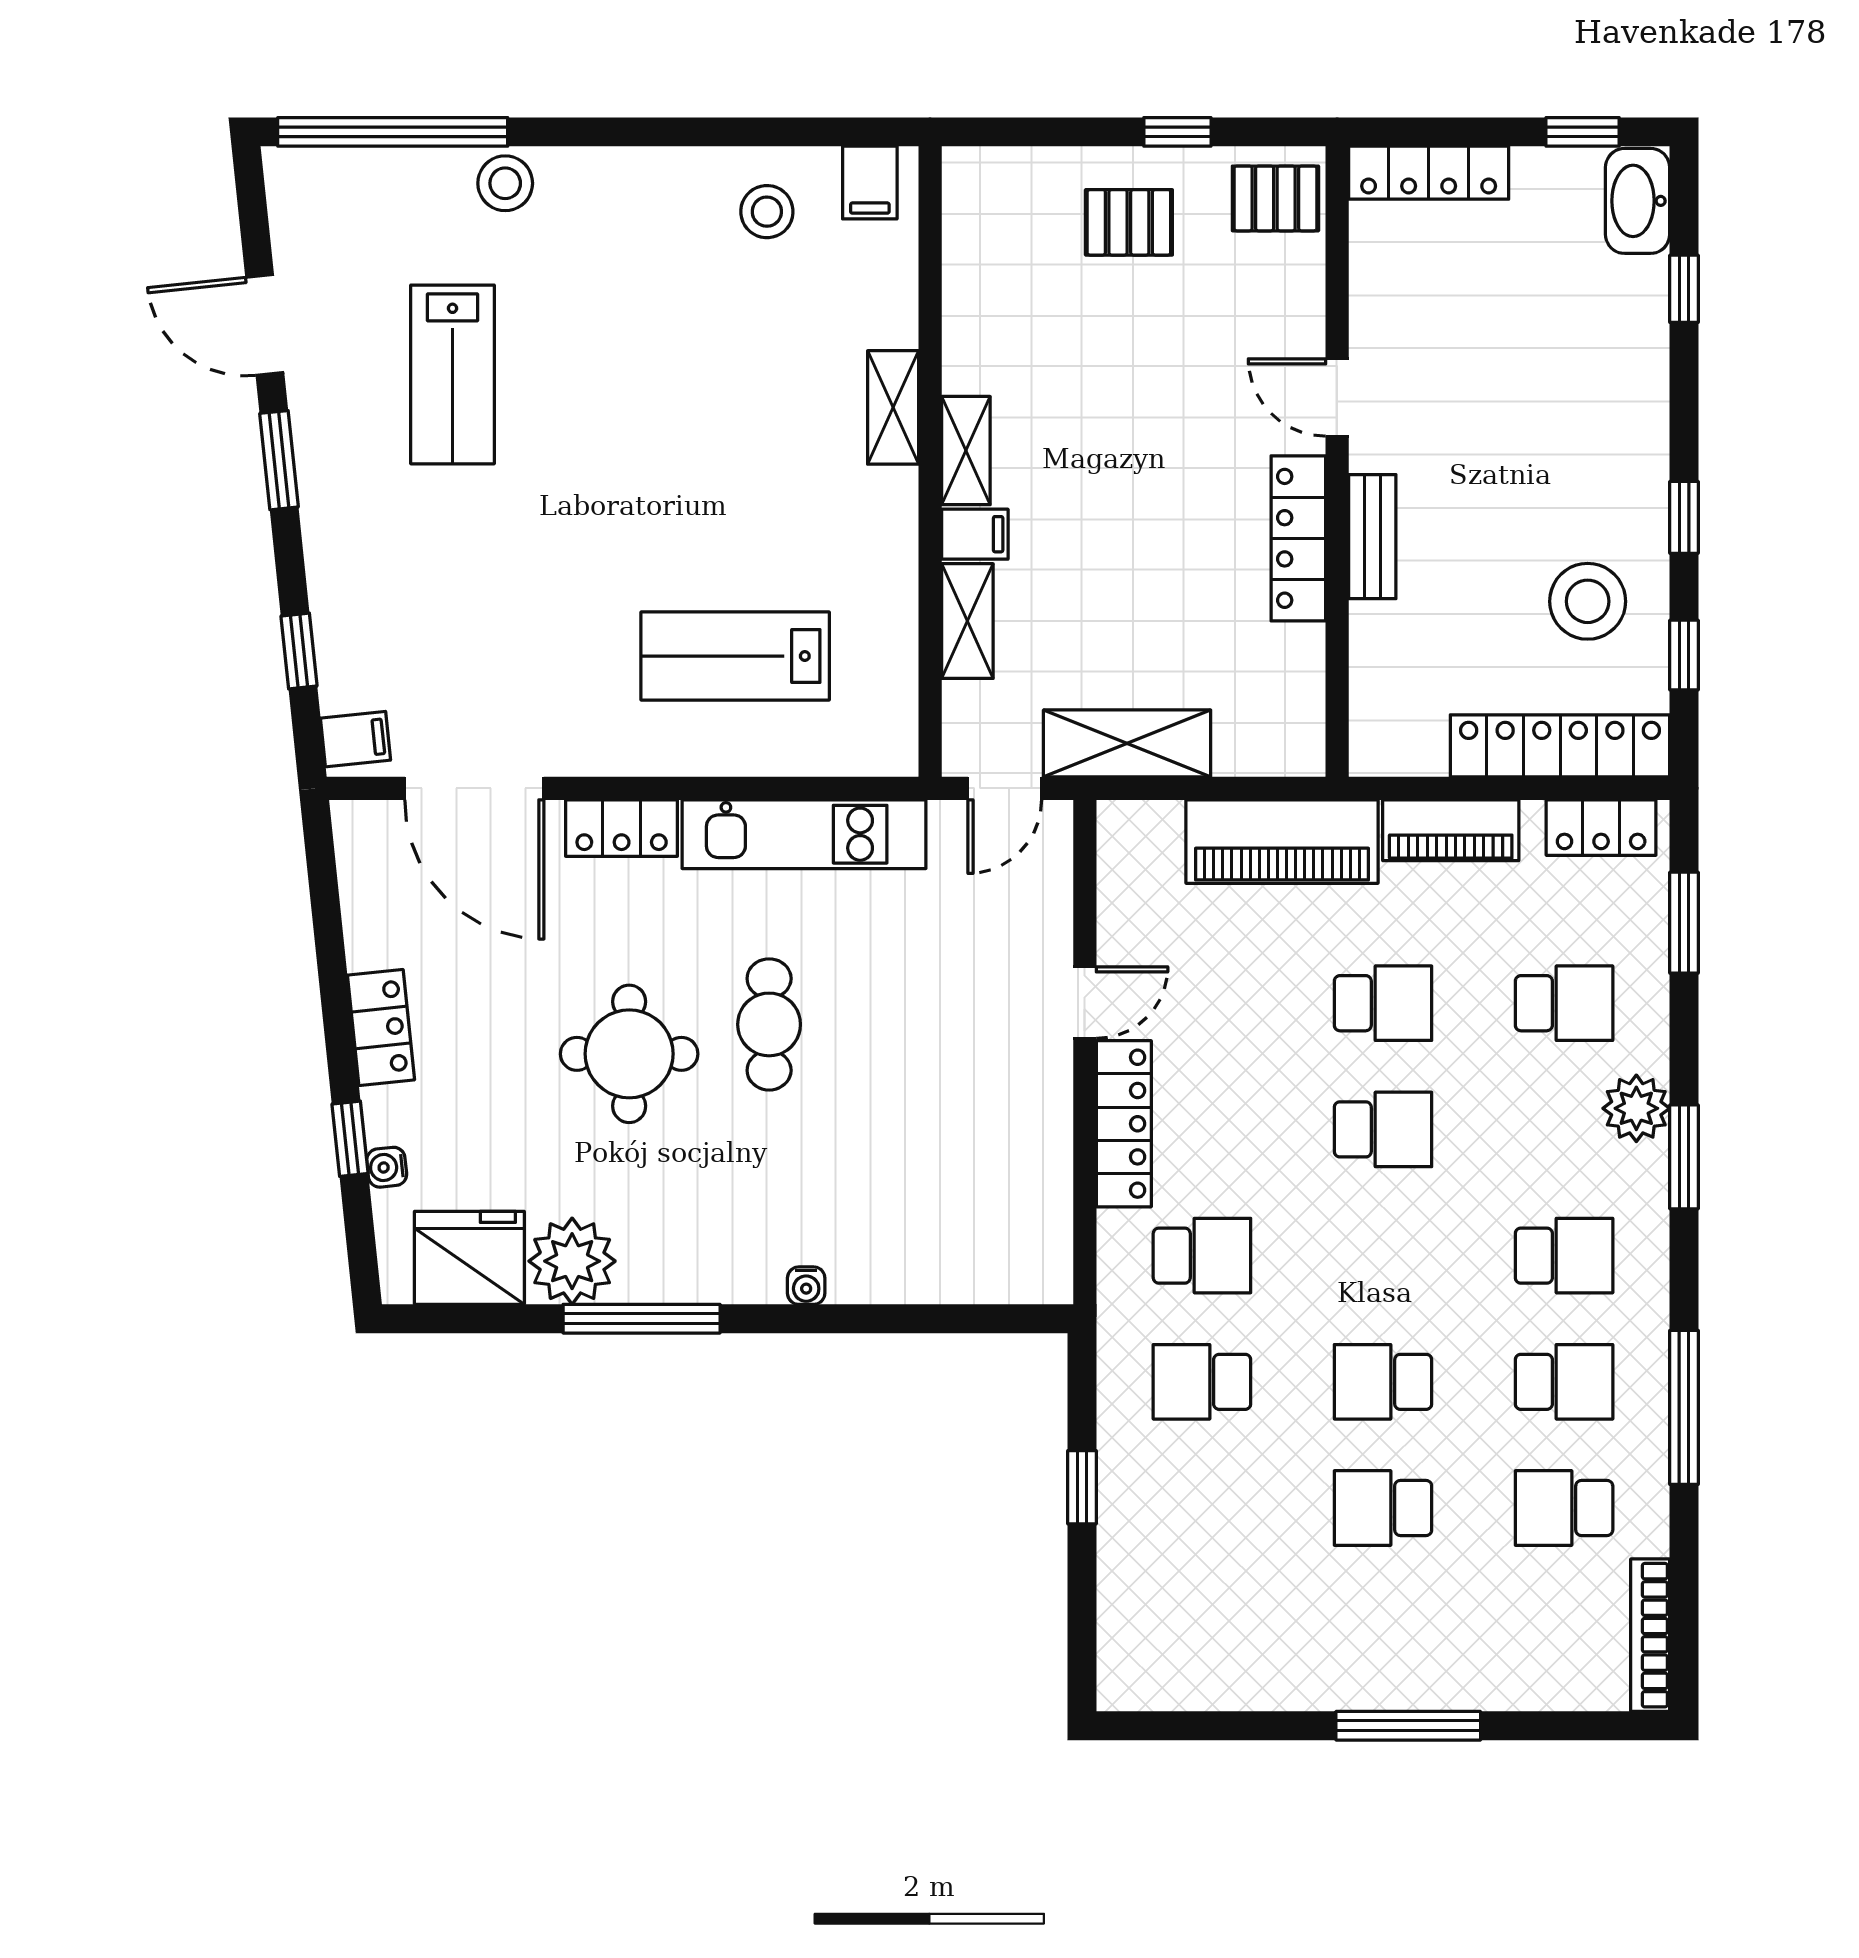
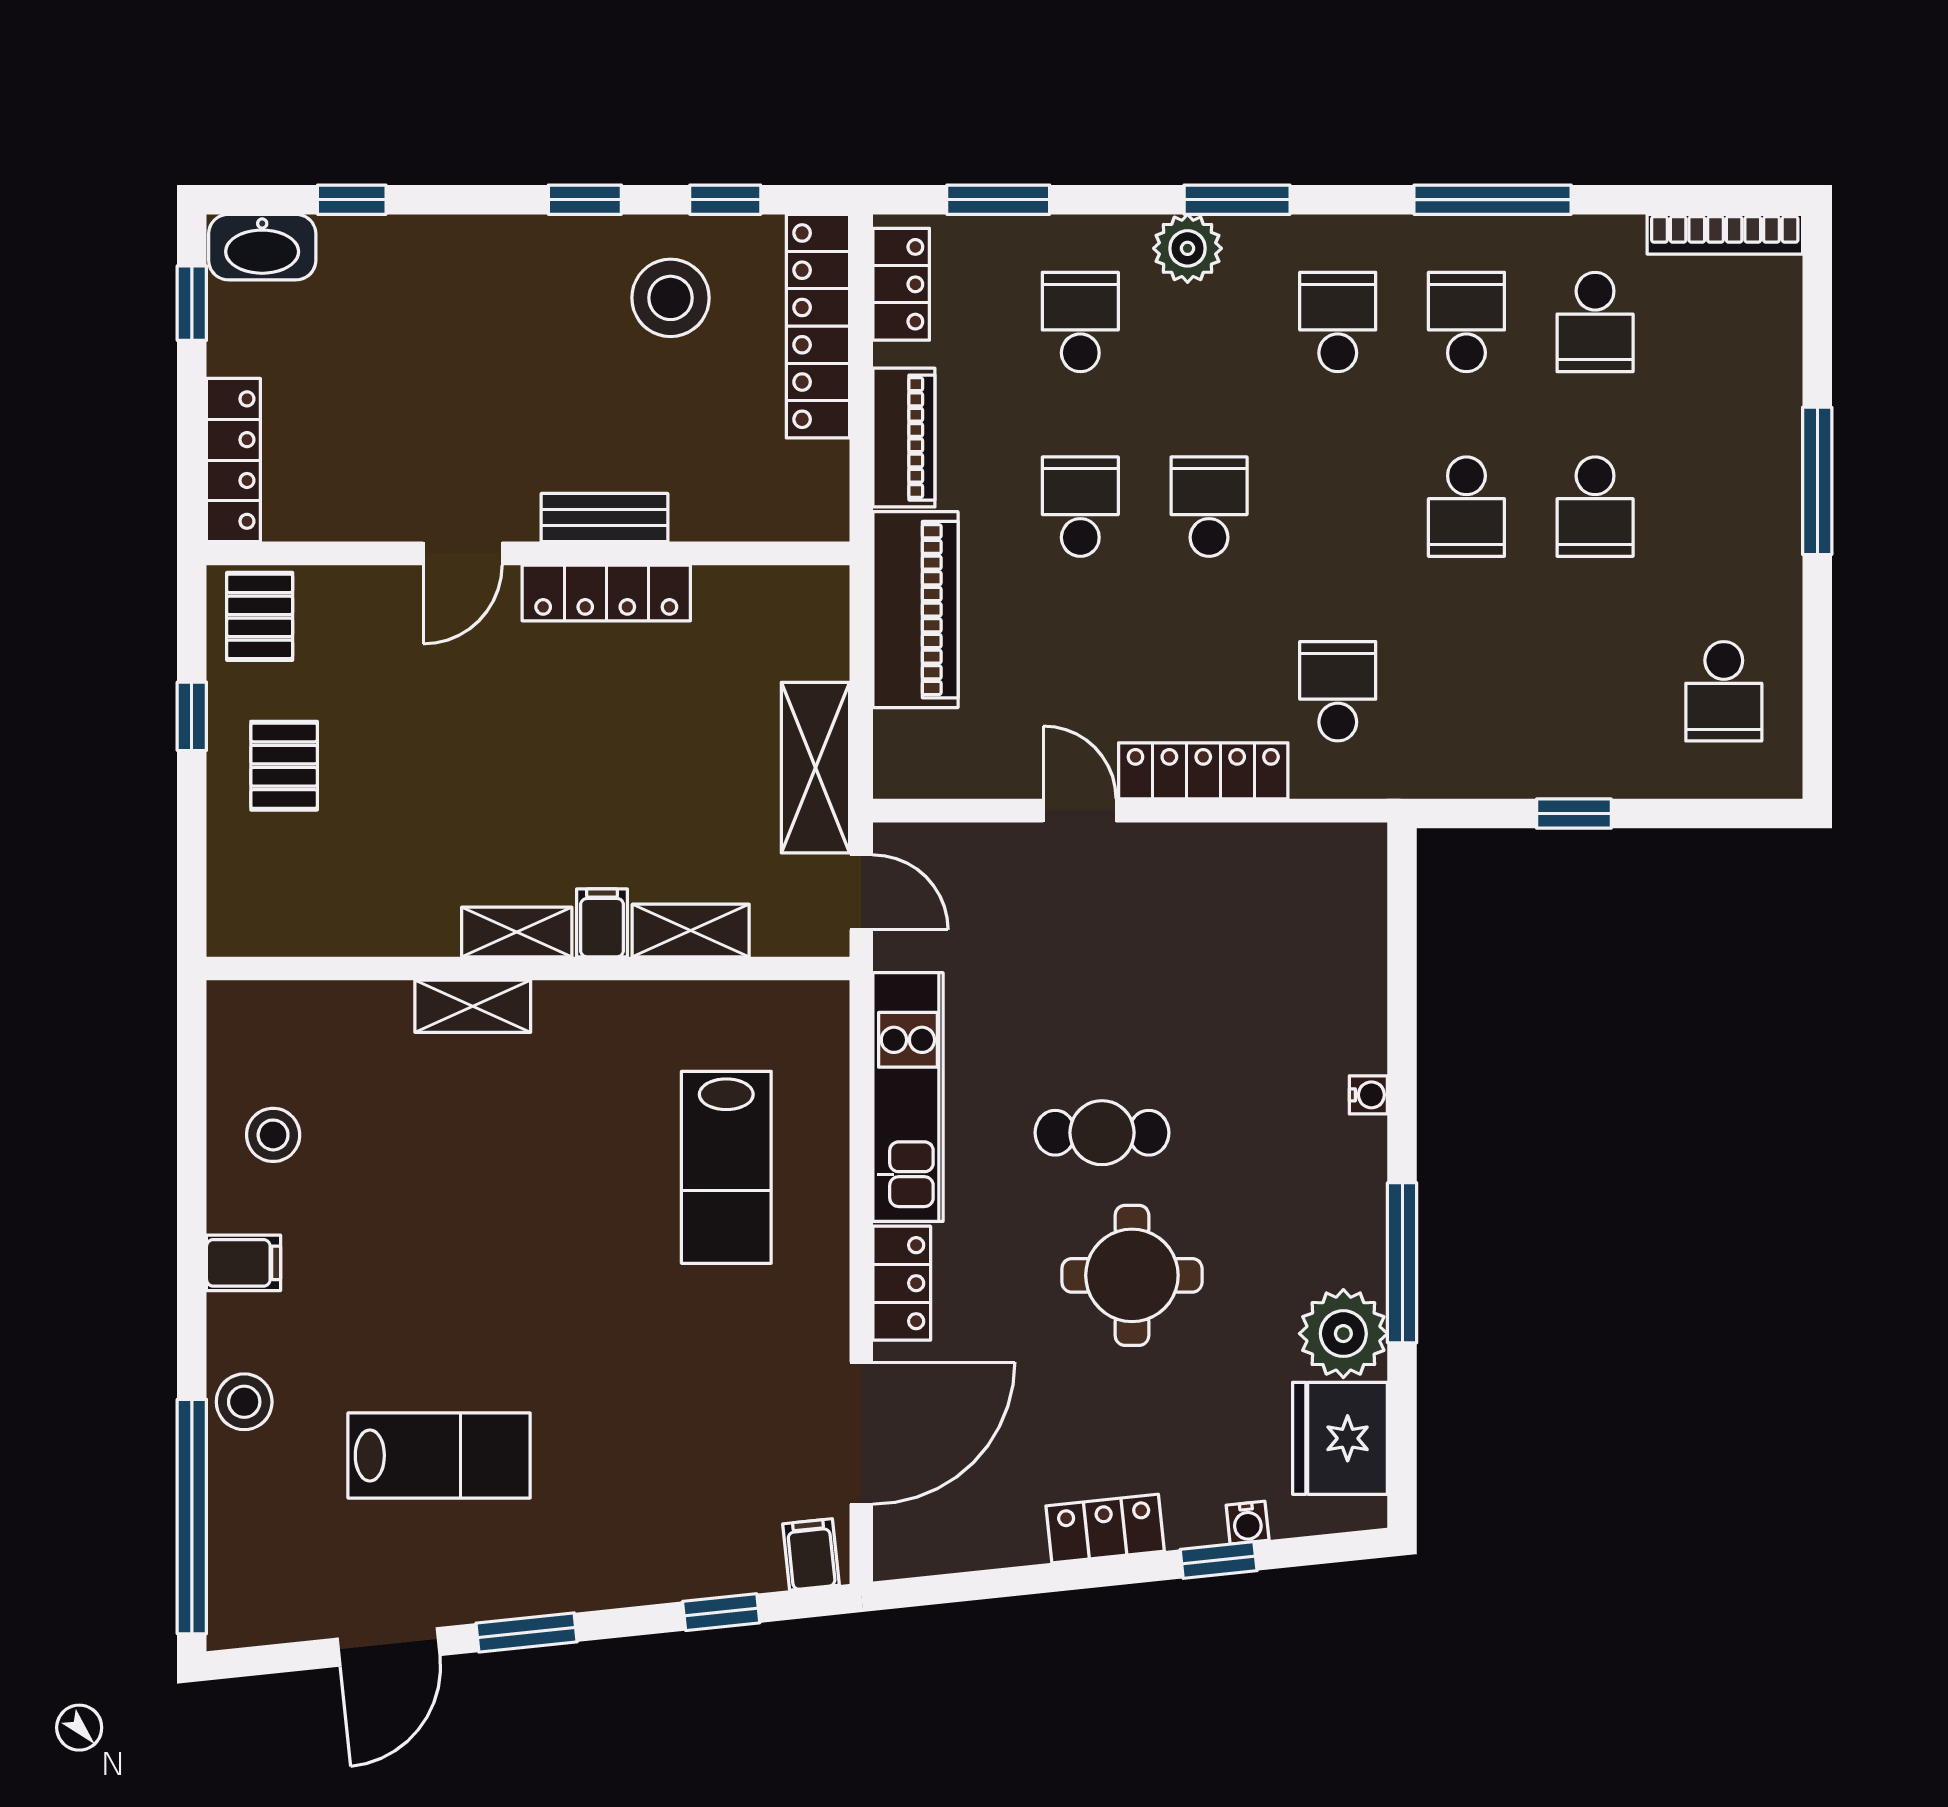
filing cabinet: (870, 183) -> (244, 1263), moved
school desk: (1202, 1382) -> (1724, 691), moved

